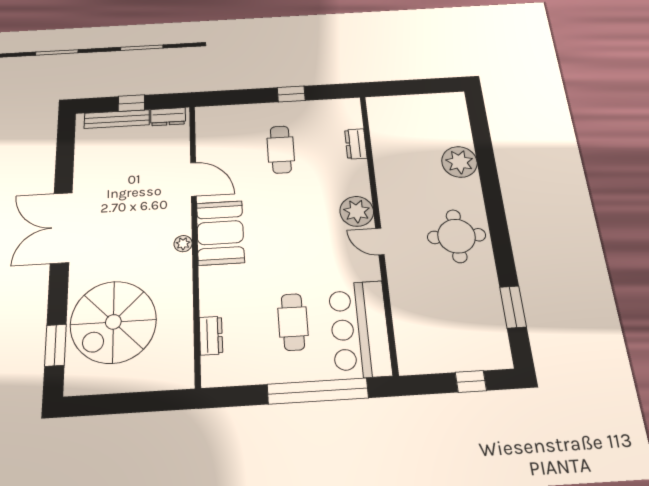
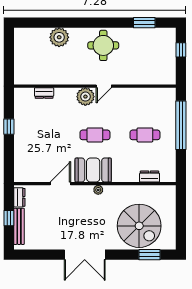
cafe table: (281, 150) -> (95, 135), moved
bar counter: (360, 329) -> (151, 102), removed

